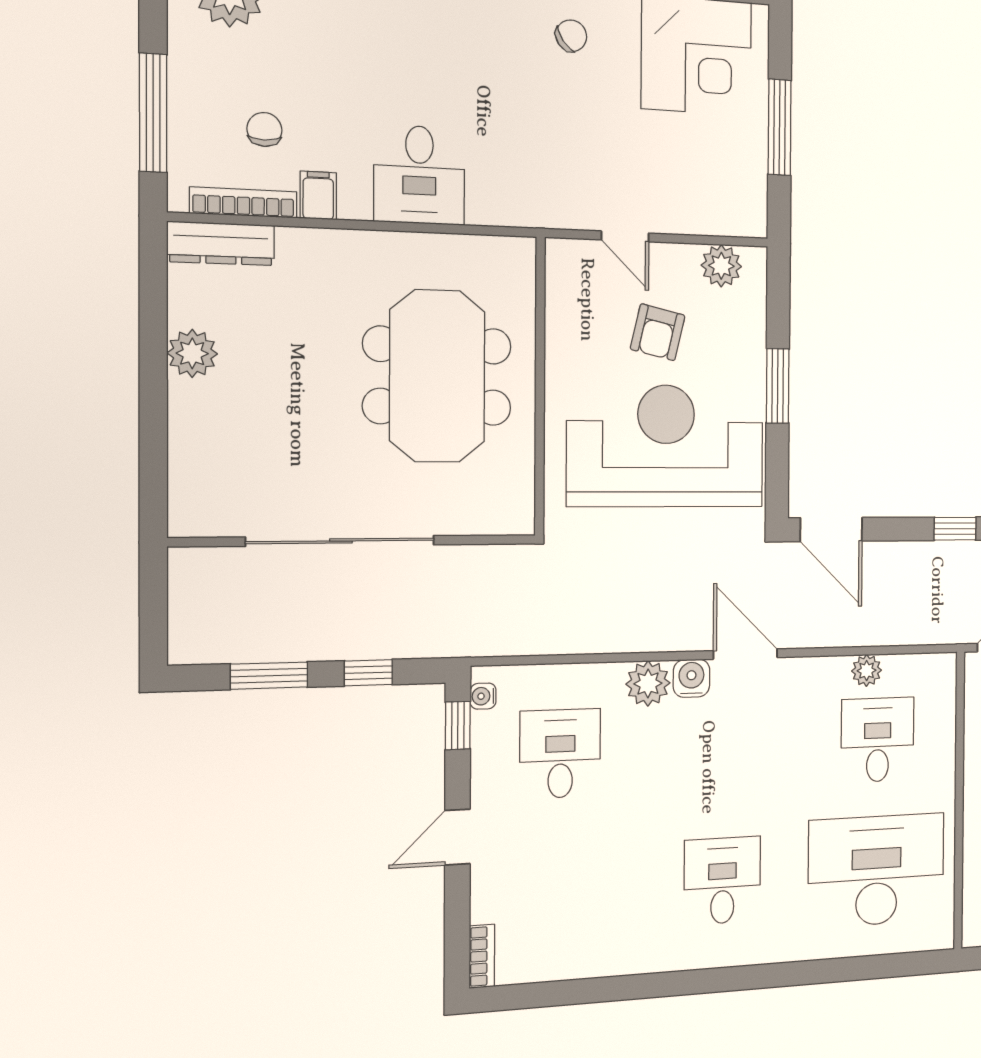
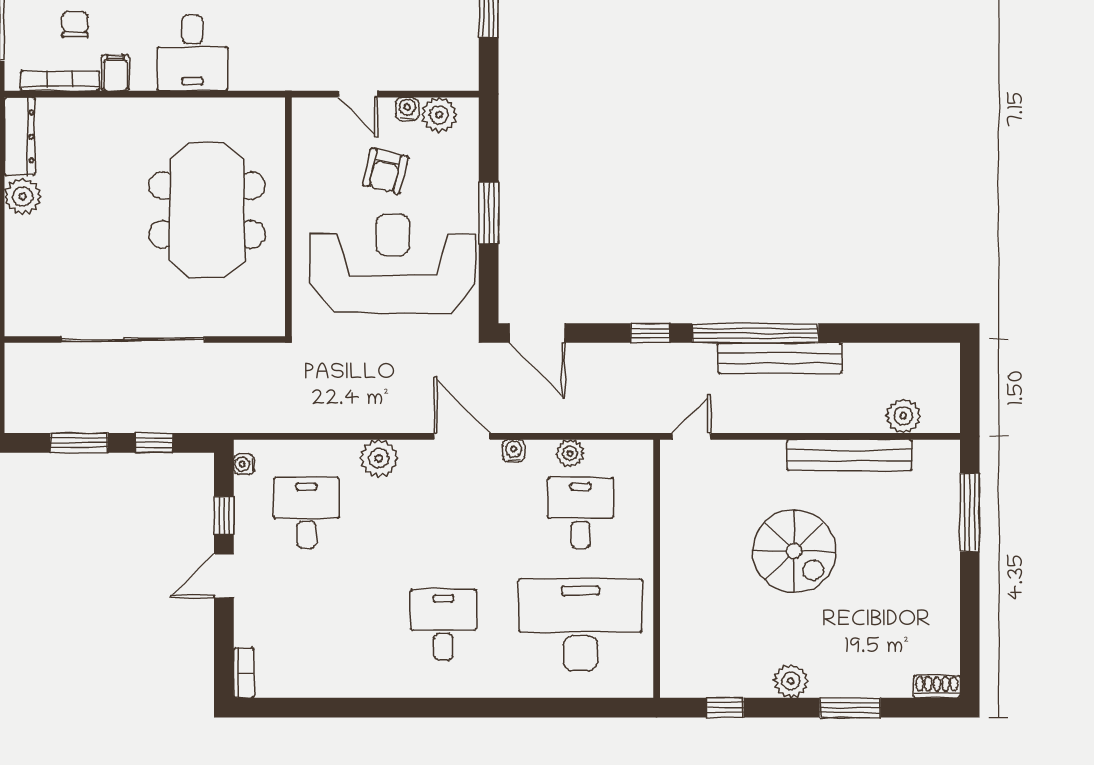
dresser: (221, 243) -> (20, 136), moved, turned -90
water cooler: (684, 257) -> (407, 109), added
water cooler: (691, 678) -> (514, 451), moved, width x0.72, depth x0.72
window: (458, 726) -> (224, 516), moved

